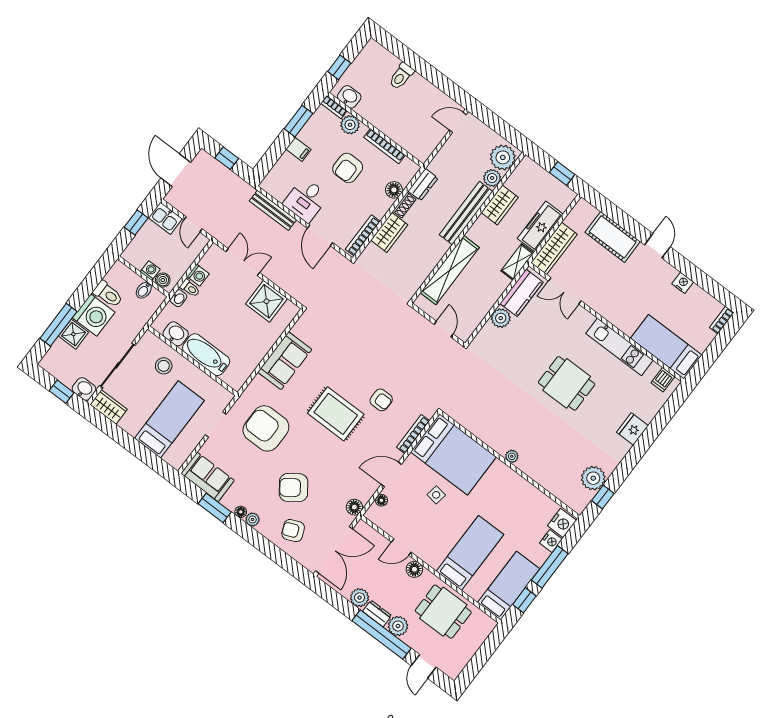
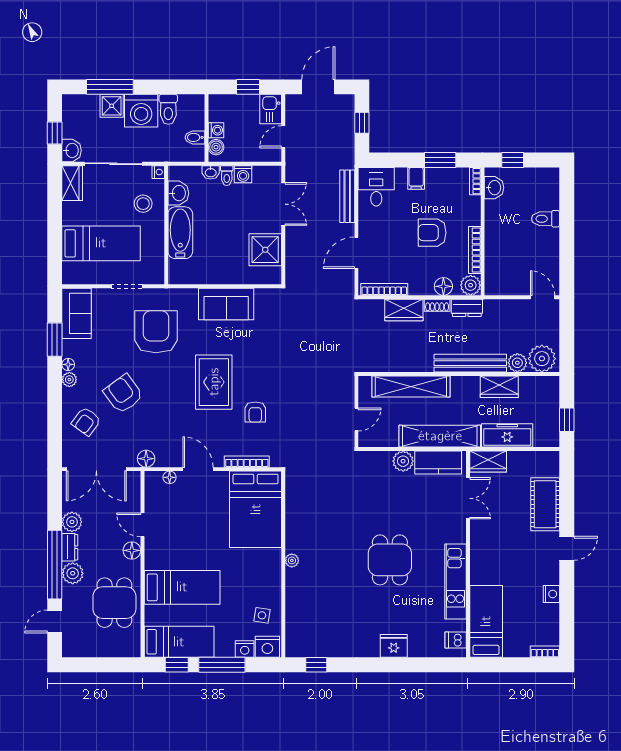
plant: (350, 125) -> (471, 285), moved
desk: (306, 200) -> (376, 187), moved, turned 90
wardrobe: (554, 248) -> (488, 461), width x0.67
shelving: (517, 262) -> (440, 436), width x2.20, depth x1.33
double door: (565, 291) -> (468, 498), swing flipped
nightstand: (149, 337) -> (158, 172), added
plant: (593, 478) -> (326, 644), removed
side table: (436, 495) -> (262, 615), moved
armchair: (293, 531) -> (86, 421), turned -121

